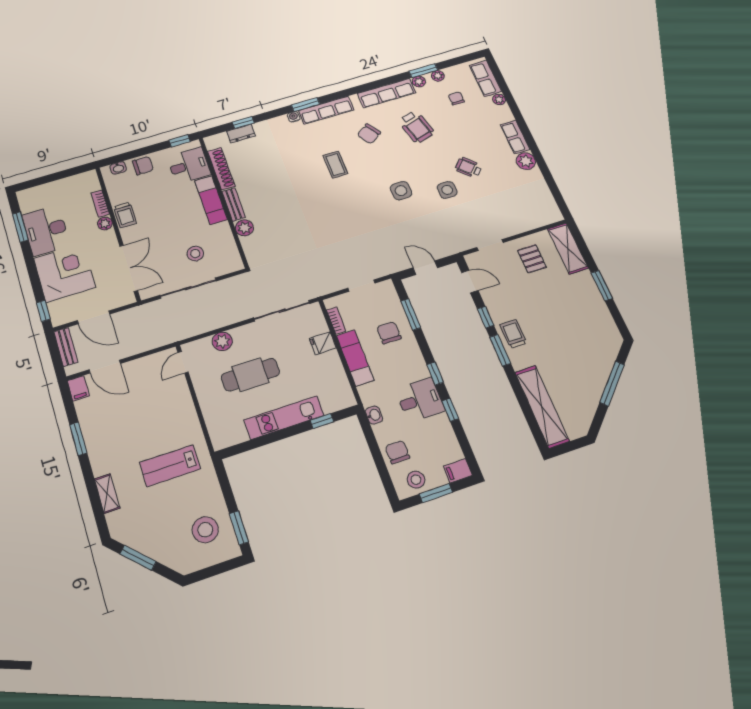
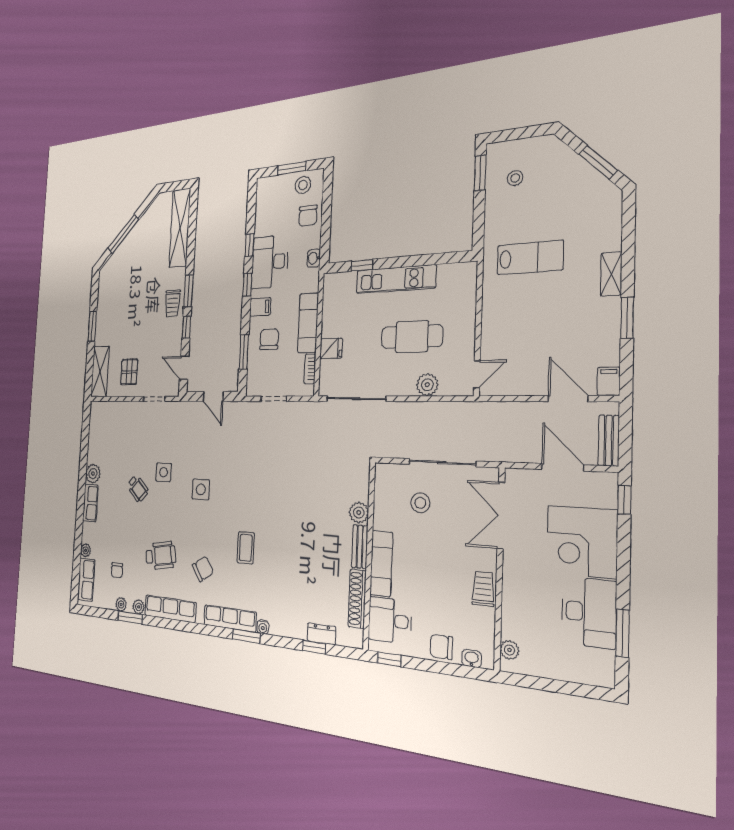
wheelchair: (416, 127) -> (161, 556), turned 95
bookcase: (100, 204) -> (508, 619), removed
plant: (105, 224) -> (509, 650), moved
chair: (389, 333) -> (269, 339), turned 180
desk: (420, 400) -> (270, 262), width x1.37
filing cabinet: (458, 471) -> (260, 307), moved
shelving: (107, 494) -> (611, 274), moved
stool: (205, 530) -> (515, 178), width x0.53, depth x0.53

